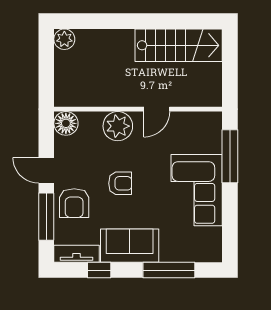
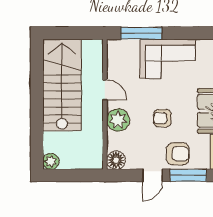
stairs: (179, 45) -> (62, 85), width x1.36, depth x1.51
armchair: (120, 183) -> (162, 118), turned -90

